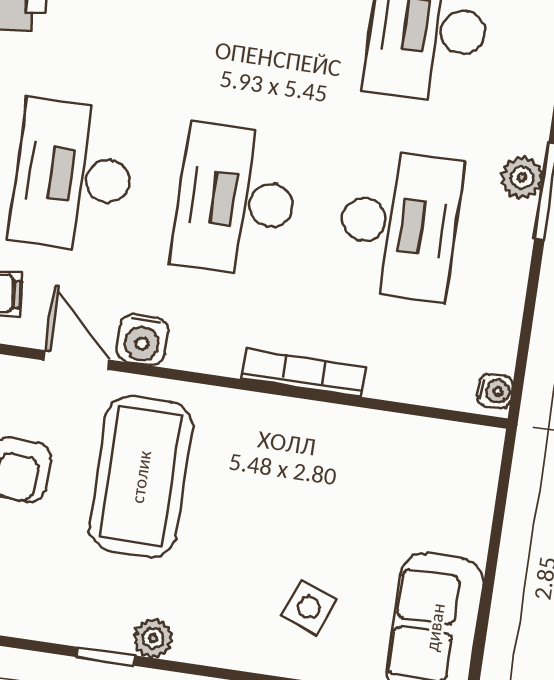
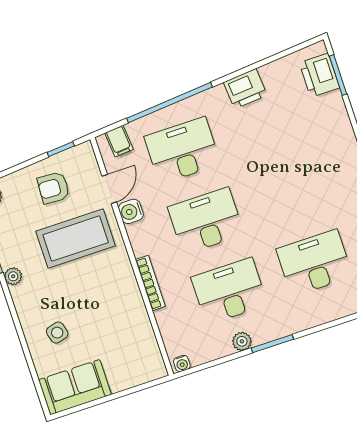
plant: (522, 178) -> (242, 341), moved
desk: (399, 224) -> (229, 291), turned 180
side table: (309, 607) -> (57, 333), turned -36

